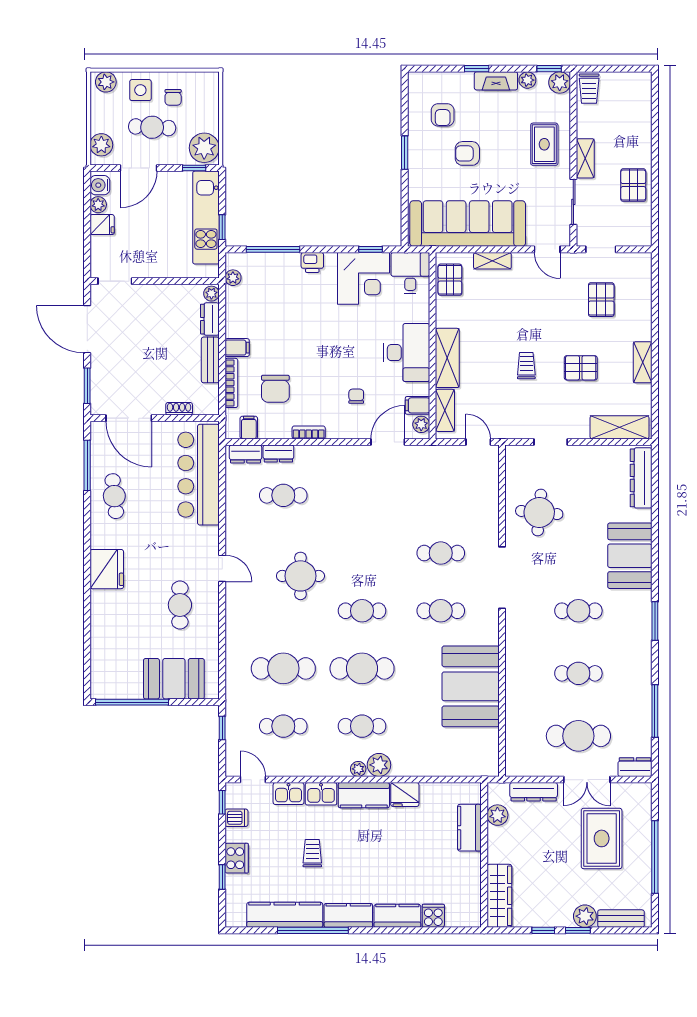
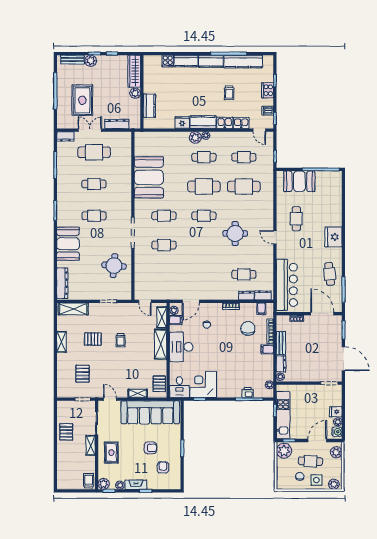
printer: (312, 262) -> (248, 393), moved
plant: (497, 815) -> (135, 93), moved

